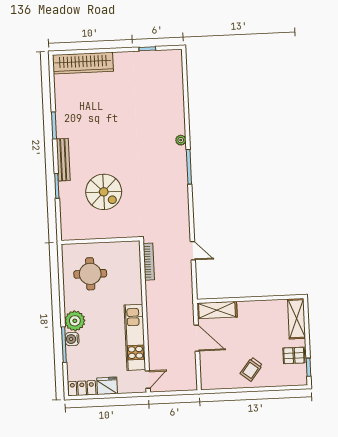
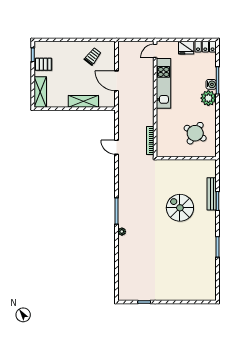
wardrobe: (83, 63) -> (193, 293), removed
bench: (63, 160) -> (212, 194), moved
spiral stairs: (104, 192) -> (180, 208), moved
round table: (90, 274) -> (195, 133), turned 32
shelving: (217, 310) -> (83, 101), moved
trolley: (251, 369) -> (93, 56), moved

